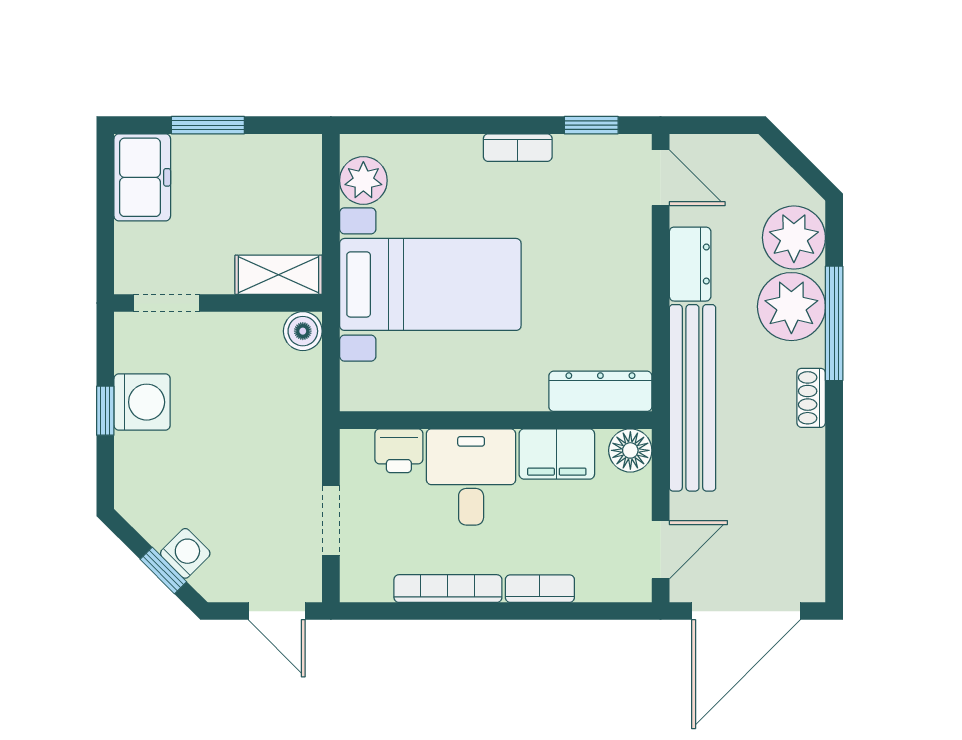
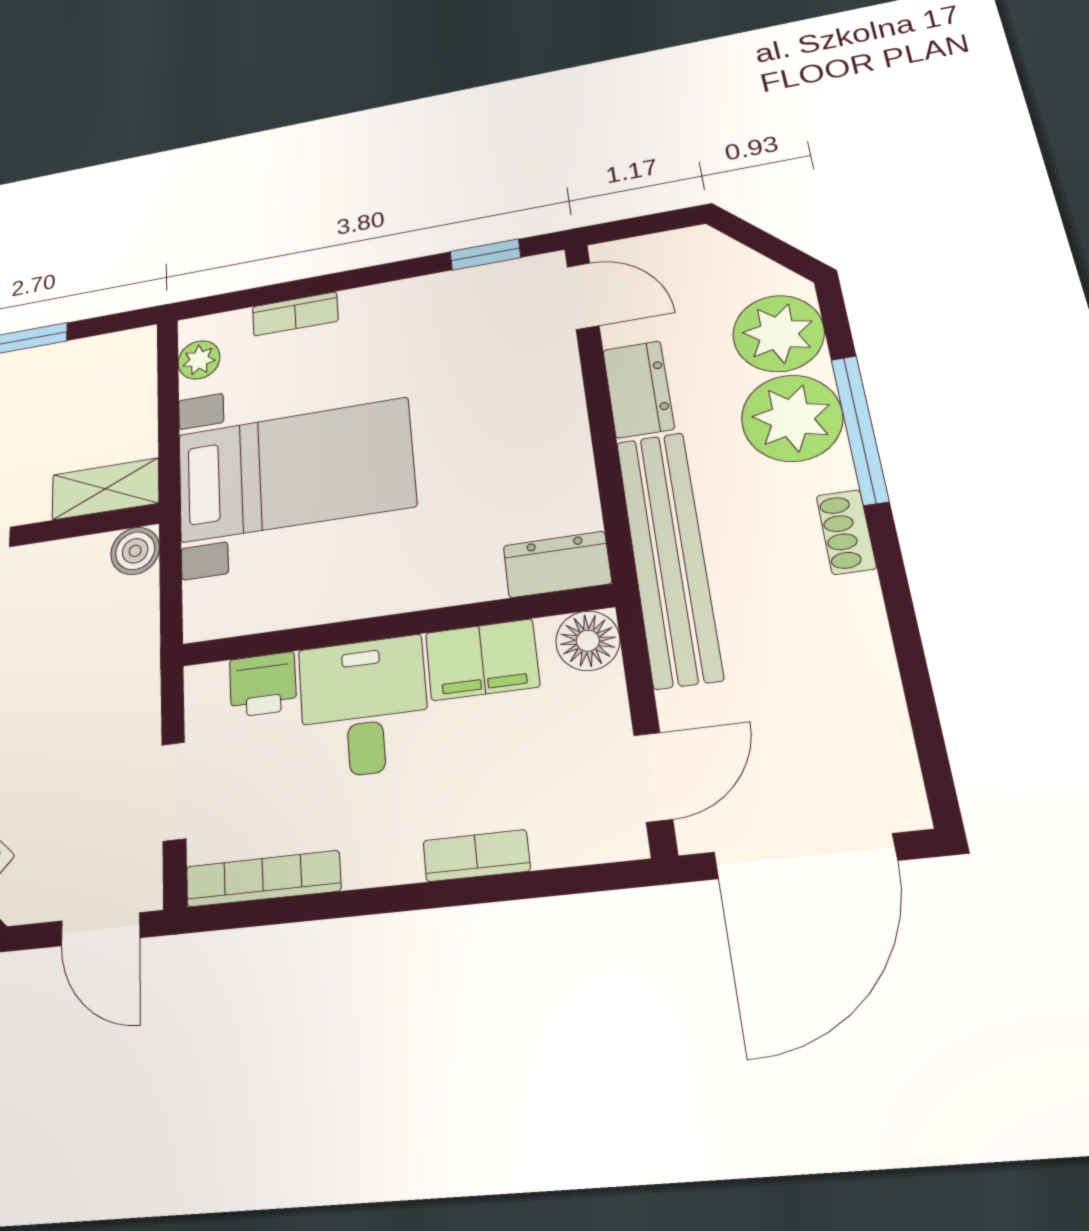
bookcase: (518, 148) -> (295, 314), moved
plant: (363, 180) -> (199, 360), width x0.73, depth x0.73
dresser: (600, 391) -> (557, 564), width x0.70
bookcase: (448, 589) -> (263, 879), moved

